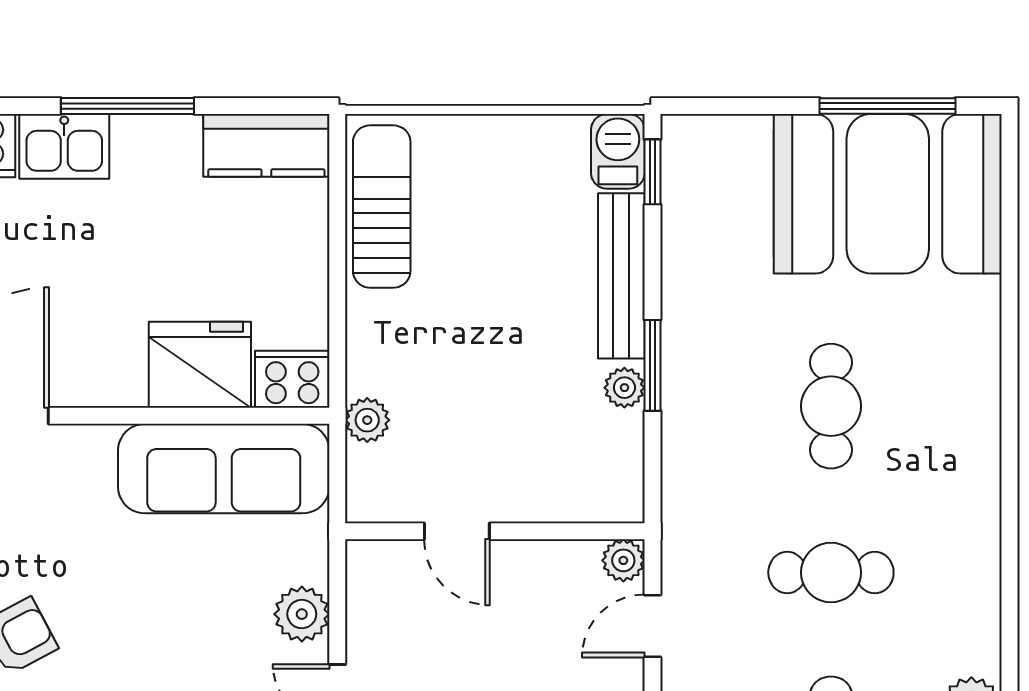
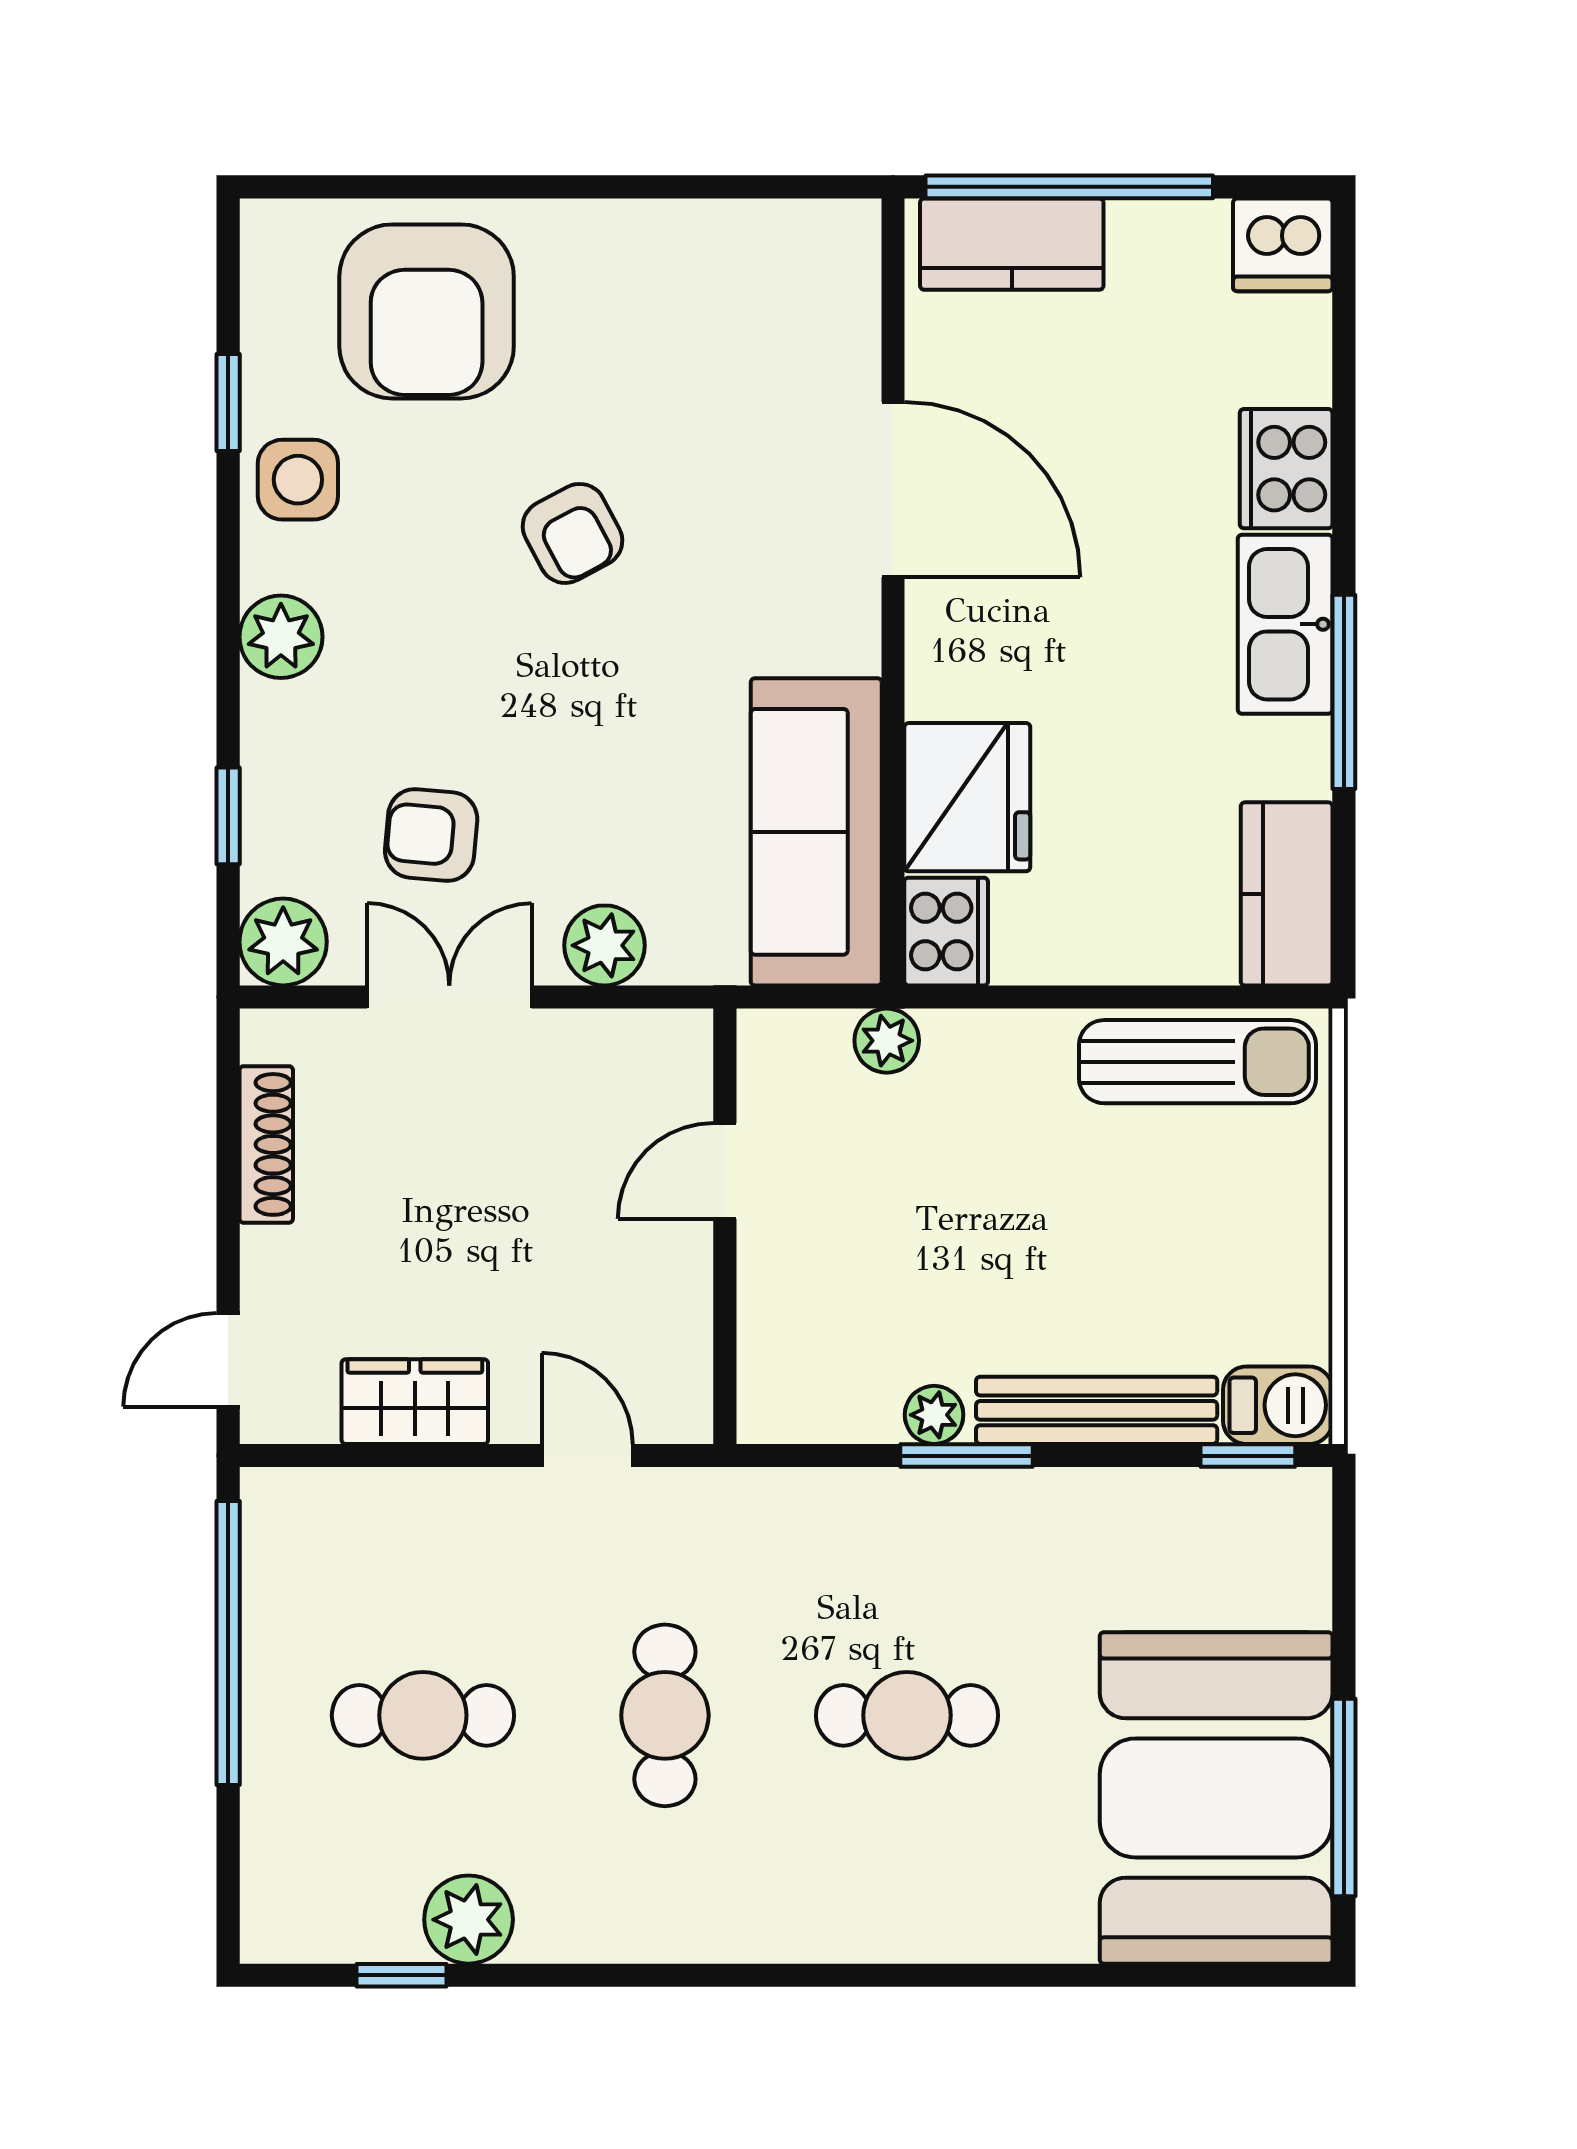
kitchen sink: (64, 146) -> (1285, 624), width x1.38
plant: (623, 560) -> (683, 1413), removed

